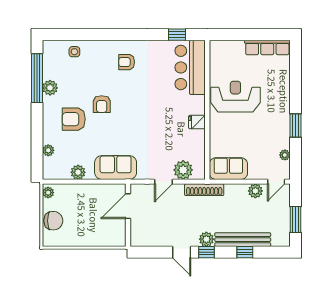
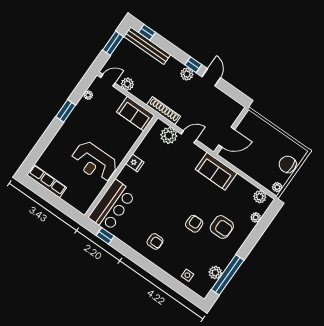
plant: (50, 88) -> (215, 273), moved
plant: (78, 172) -> (260, 197), moved
bench: (243, 240) -> (147, 46), moved
window: (245, 252) -> (147, 32), moved

